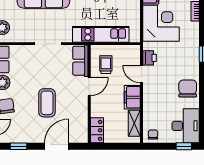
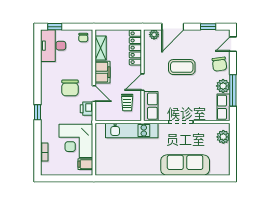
chair: (188, 89) -> (70, 88), moved
coffee table: (47, 103) -> (182, 67), turned 90
locker: (97, 130) -> (135, 48), width x1.53
plant: (77, 138) -> (154, 35), added

